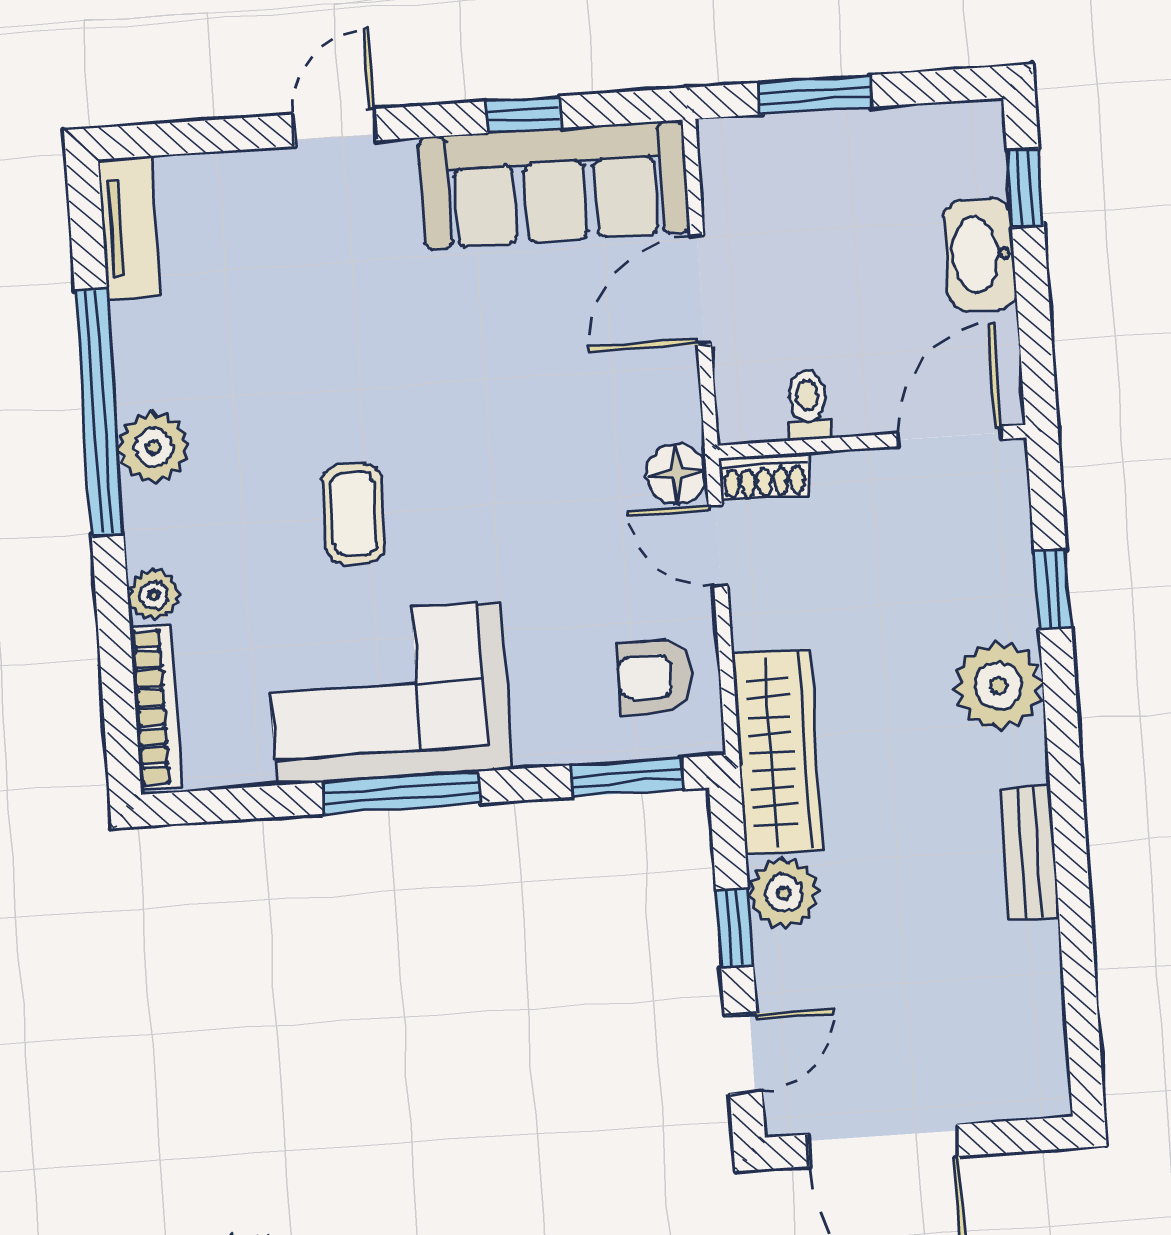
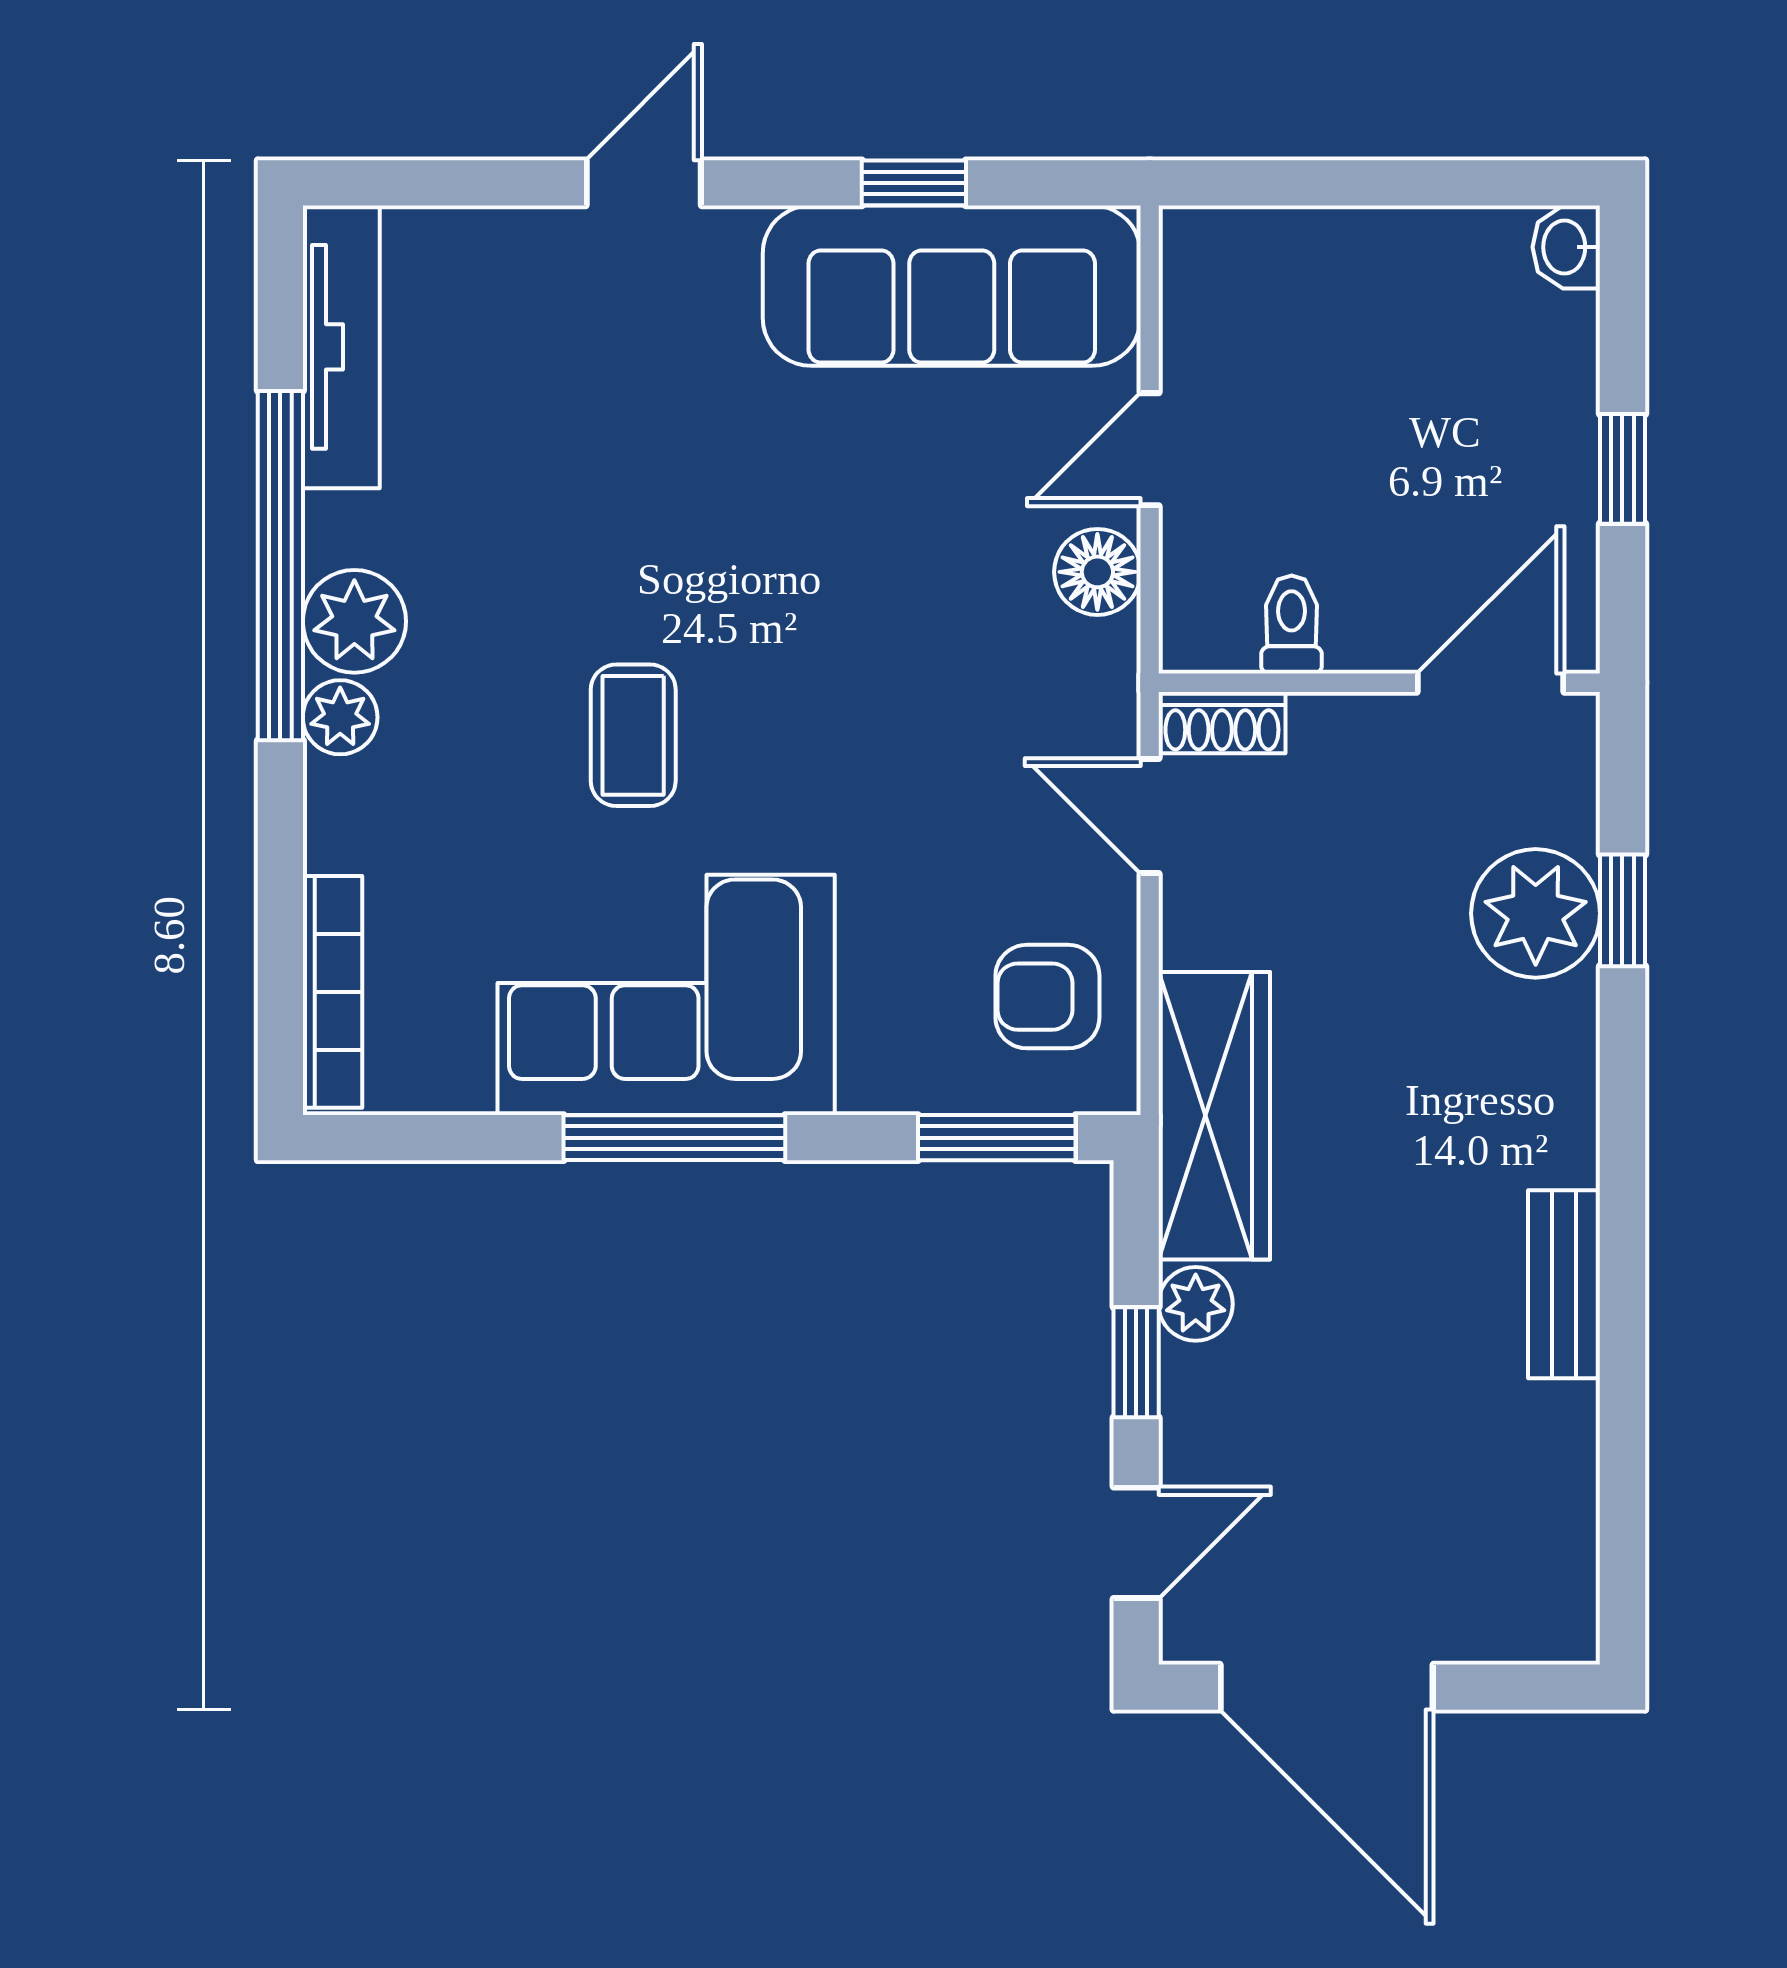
window: (815, 95) -> (1332, 183), removed
window: (1025, 188) -> (1622, 469), moved
tv unit: (129, 228) -> (341, 347), width x1.41
washbasin: (980, 254) -> (1566, 247), moved, width x0.52, depth x0.69
door: (701, 290) -> (1150, 449), width x0.73
floor lamp: (676, 474) -> (1097, 572), moved
plant: (154, 595) -> (340, 717), moved
plant: (998, 686) -> (1536, 913), moved
plant: (784, 893) -> (1196, 1304), width x0.73, depth x0.73

